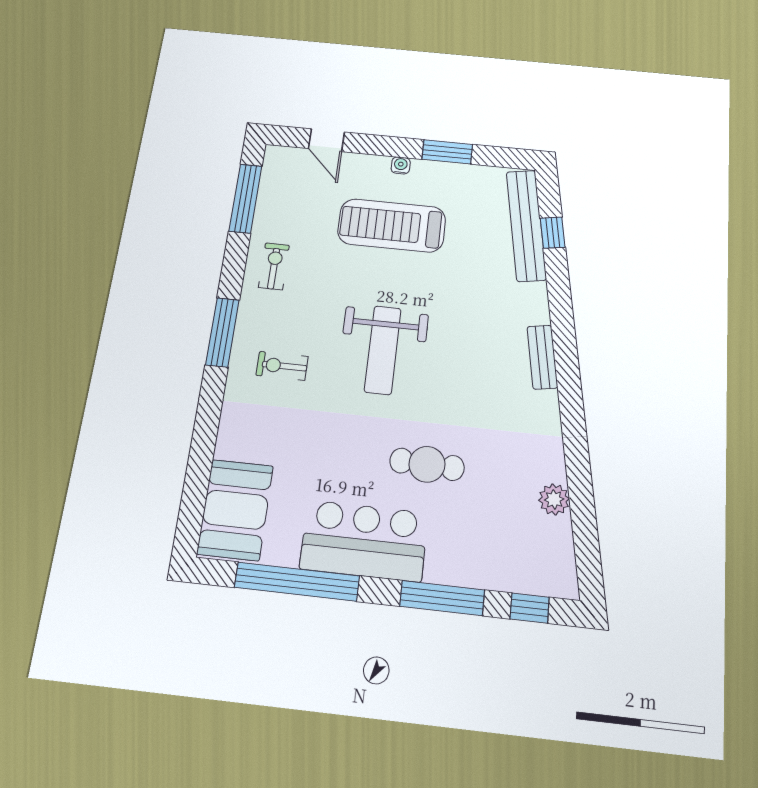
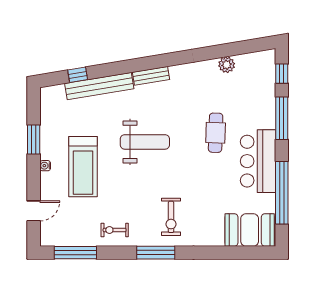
bench: (526, 225) -> (99, 86), moved
weight bench: (383, 350) -> (145, 142), moved
exercise bike: (282, 366) -> (171, 217), width x1.38, depth x1.39

